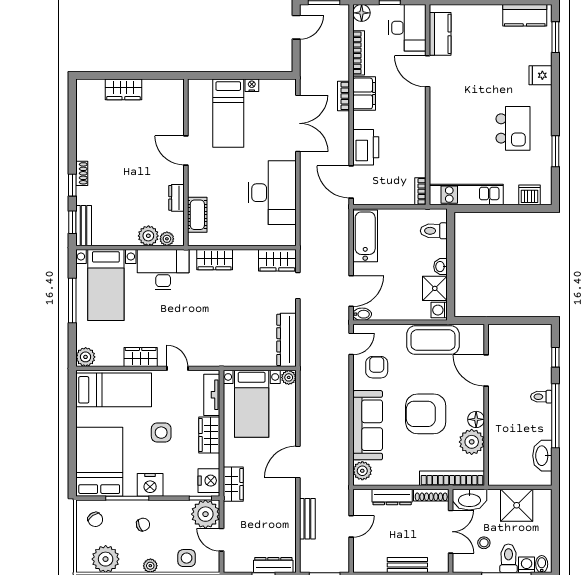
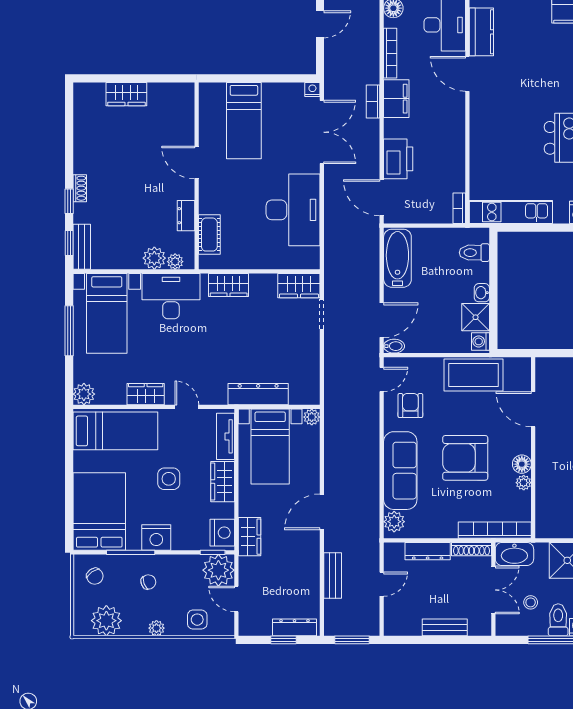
nightstand: (252, 85) -> (312, 89), moved
dresser: (287, 340) -> (258, 394), moved, turned 90
plant: (472, 442) -> (524, 483), width x0.53, depth x0.53

